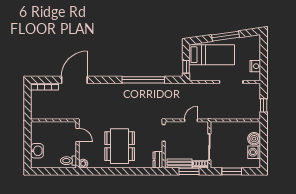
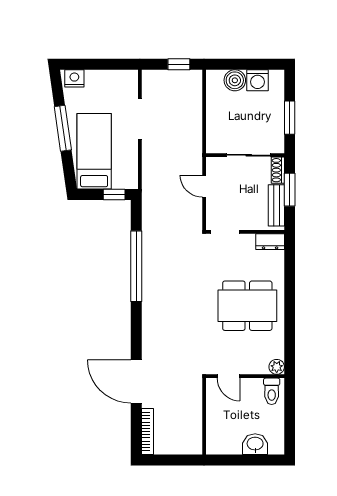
nightstand: (255, 66) -> (74, 78), moved
door: (78, 135) -> (229, 376), swing flipped

